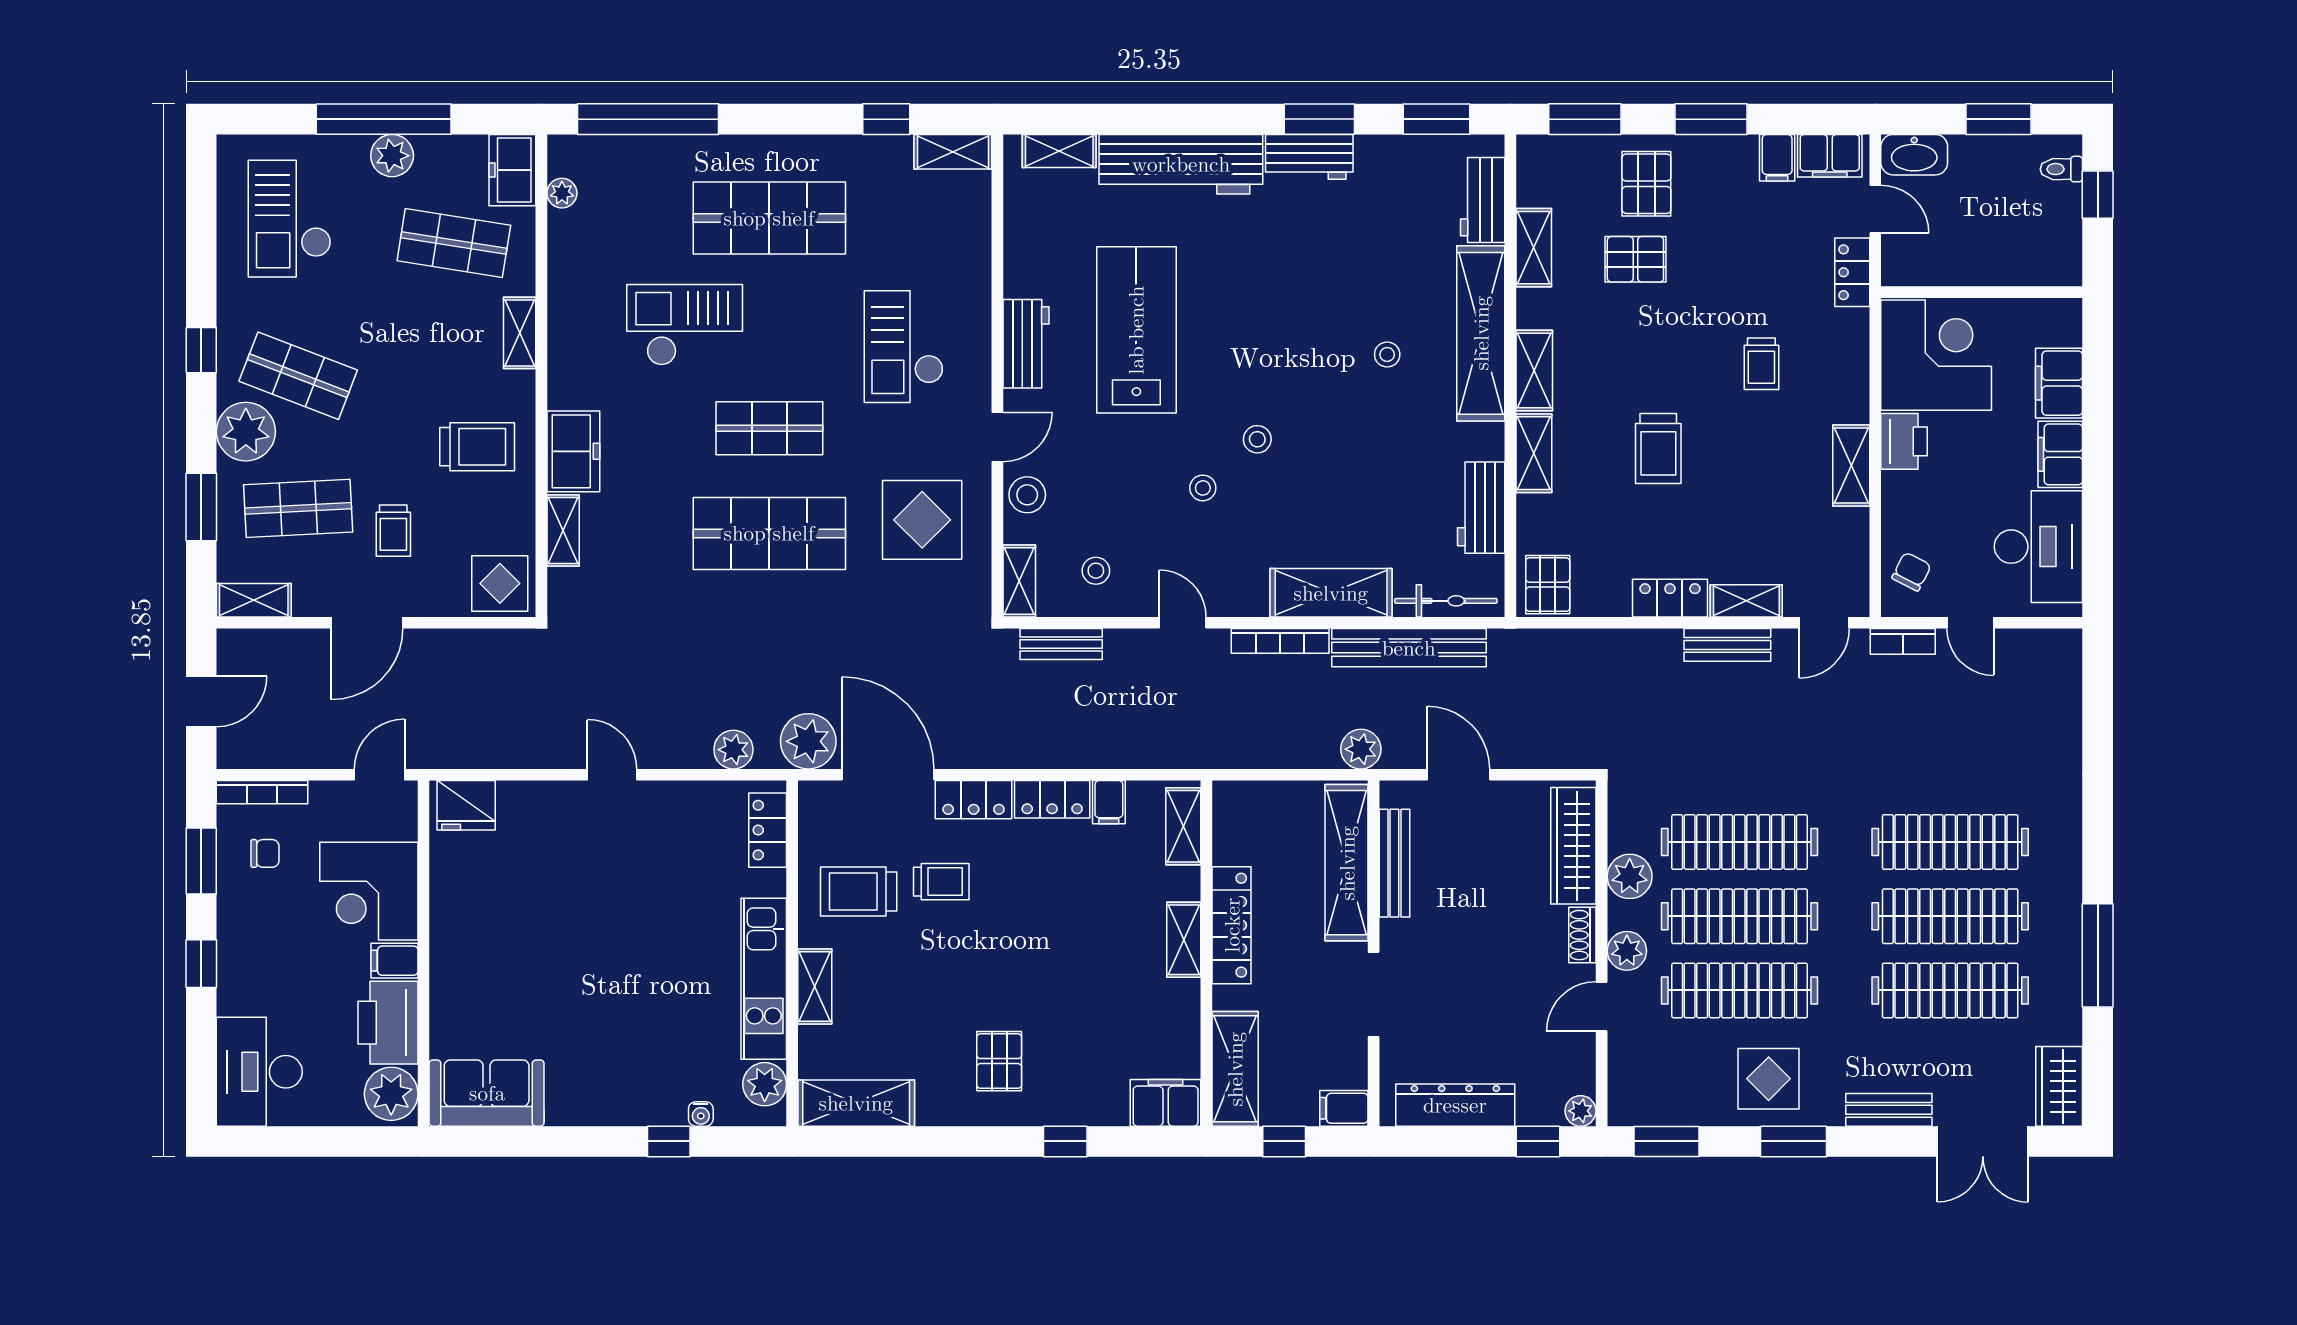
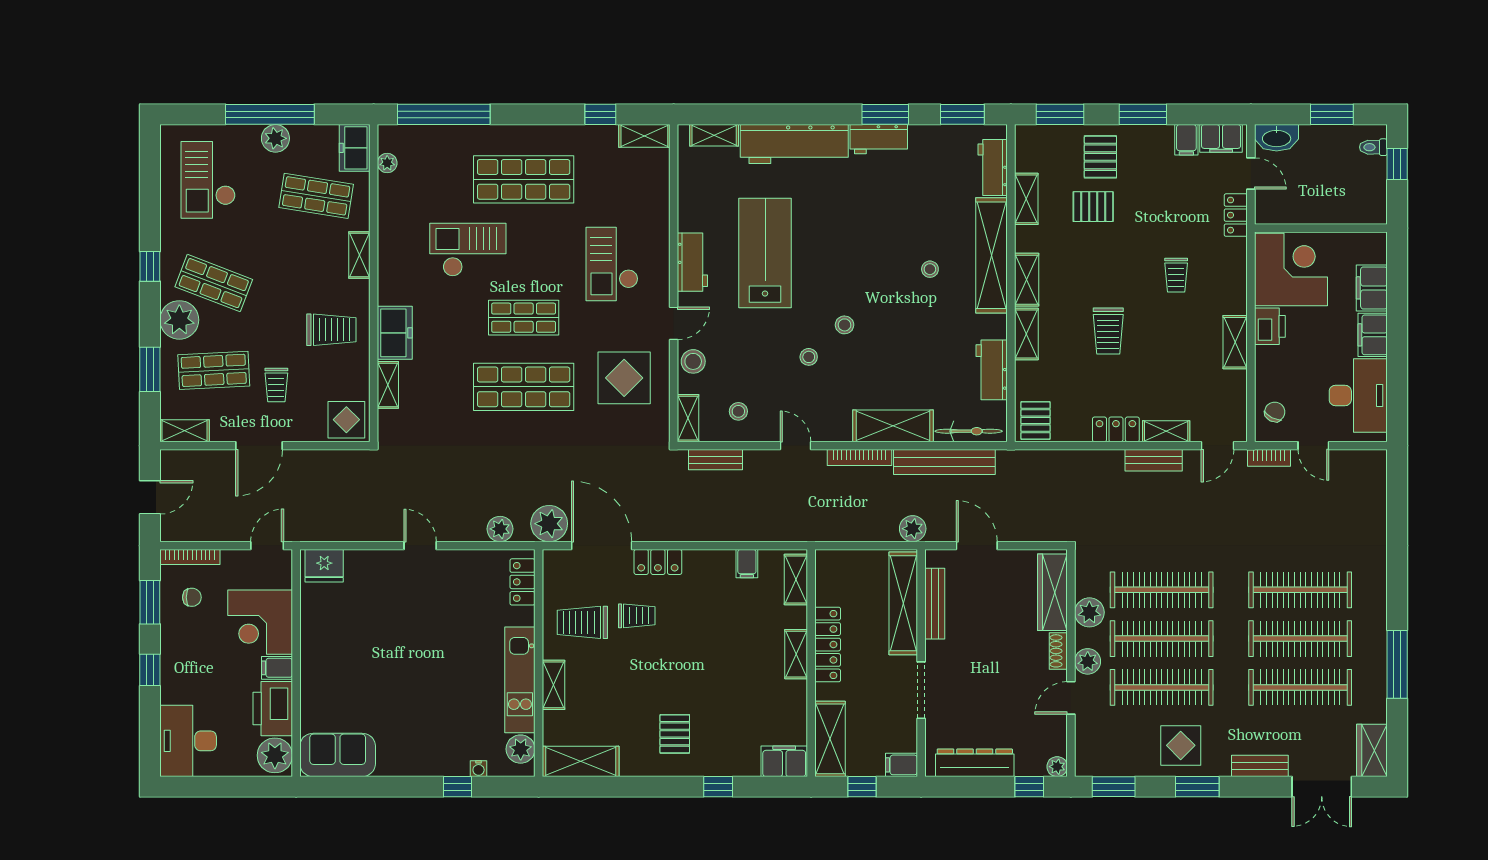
locker: (1052, 799) -> (710, 562), removed

